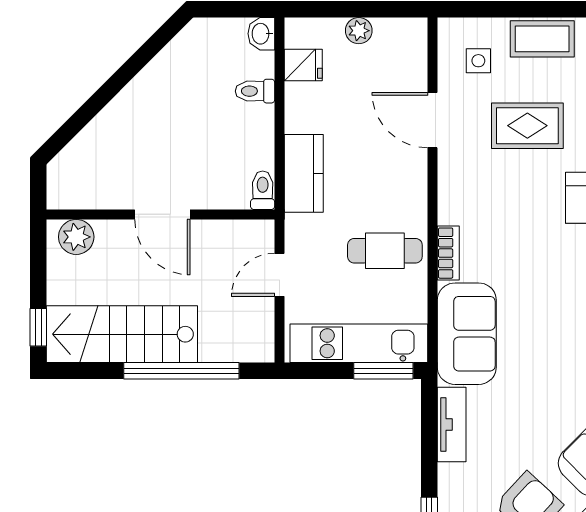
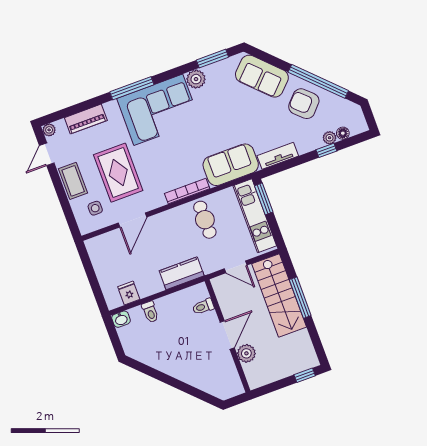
plant: (359, 31) -> (102, 272), removed
rug: (527, 126) -> (118, 173), width x1.36, depth x1.43
toilet: (263, 190) -> (203, 307), moved
plant: (76, 237) -> (246, 353), moved
bookcase: (448, 253) -> (187, 191), width x1.56
stairs: (122, 334) -> (279, 295), moved
window: (181, 371) -> (300, 298), width x0.68

